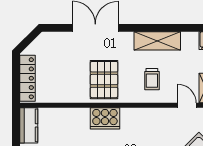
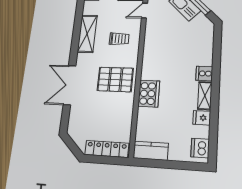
cooker: (105, 118) -> (149, 94), moved

